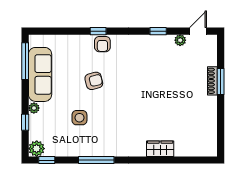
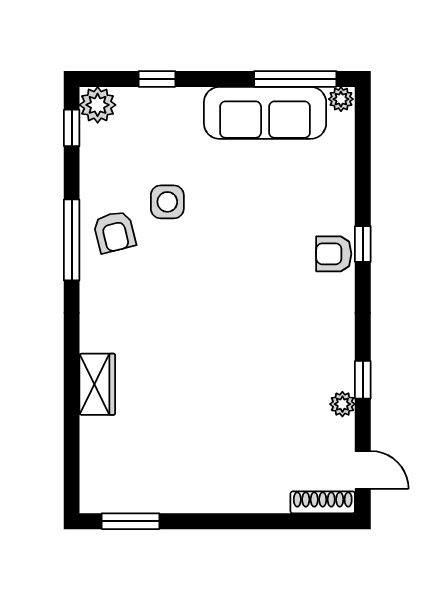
plant: (180, 40) -> (342, 404), moved
armchair: (94, 81) -> (114, 232), moved
shoe rack: (212, 81) -> (323, 502), moved
window: (221, 82) -> (130, 521), moved
plant: (34, 108) -> (341, 99), moved

